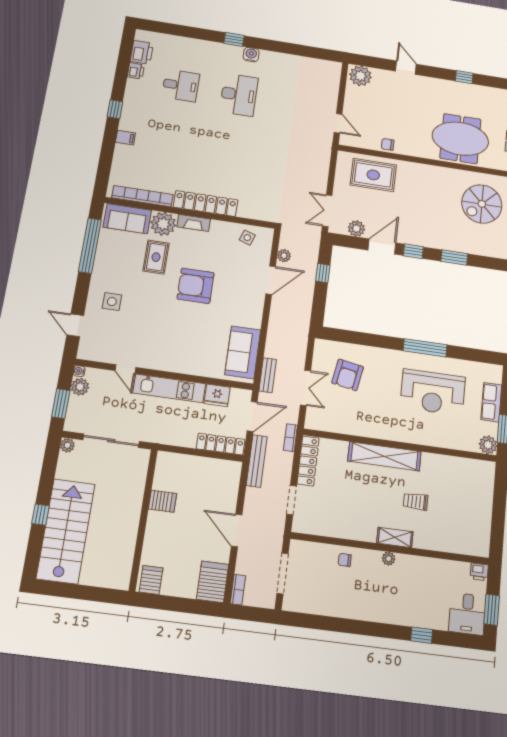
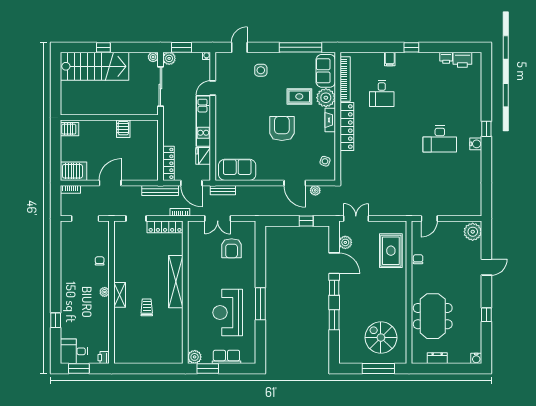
desk: (181, 85) -> (382, 94), moved
armchair: (348, 375) -> (232, 248), turned -100
plant: (80, 387) -> (169, 58), moved

